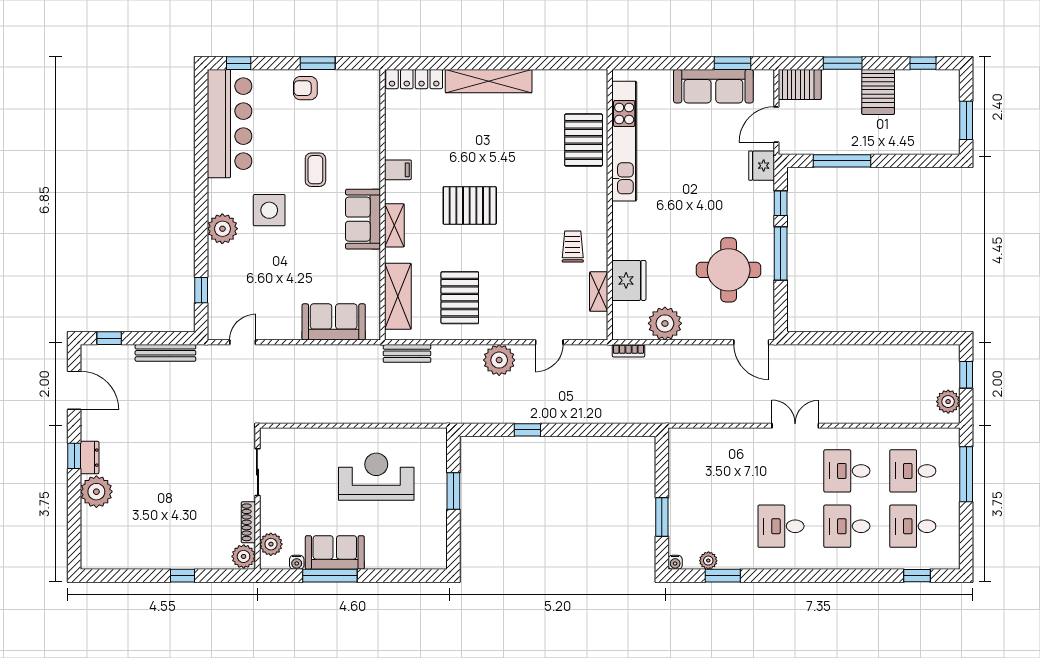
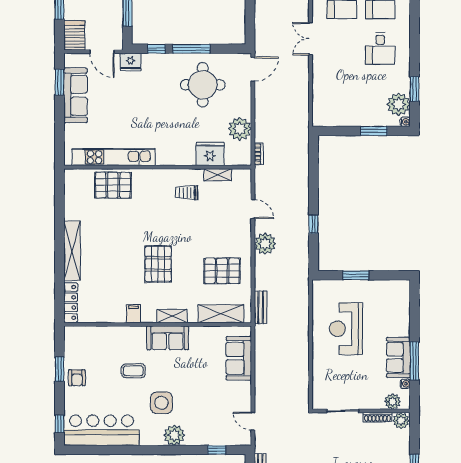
plant: (708, 561) -> (399, 104), width x1.88, depth x1.88

